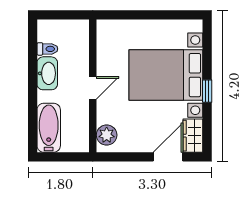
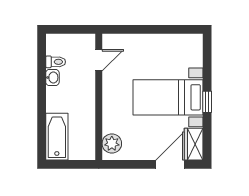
washbasin: (47, 73) -> (52, 77), width x0.52, depth x0.69
bed with nightstands: (166, 75) -> (168, 97), width x0.73
door: (93, 88) -> (99, 60), moved

